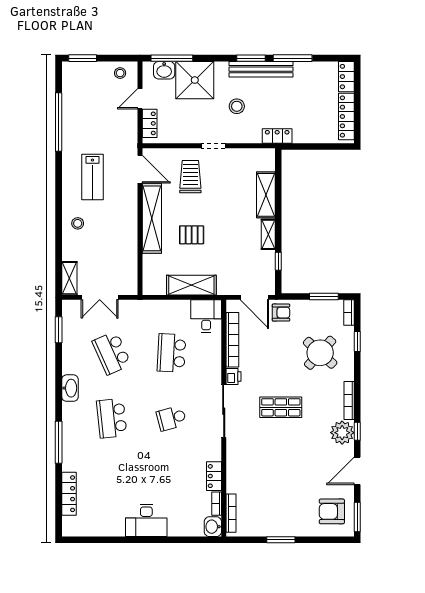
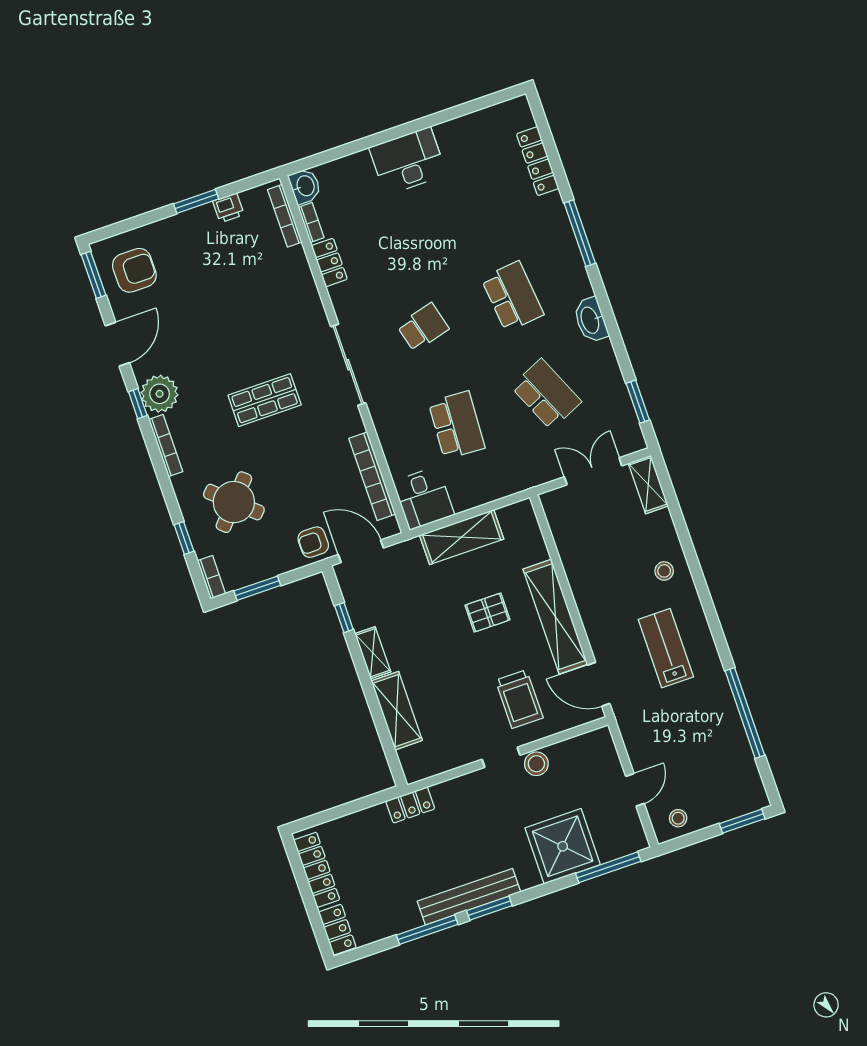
washbasin: (164, 70) -> (614, 845), removed
stool: (237, 106) -> (536, 764), moved
locker: (150, 123) -> (608, 758), removed
printer: (233, 377) -> (228, 208), moved, turned -90

